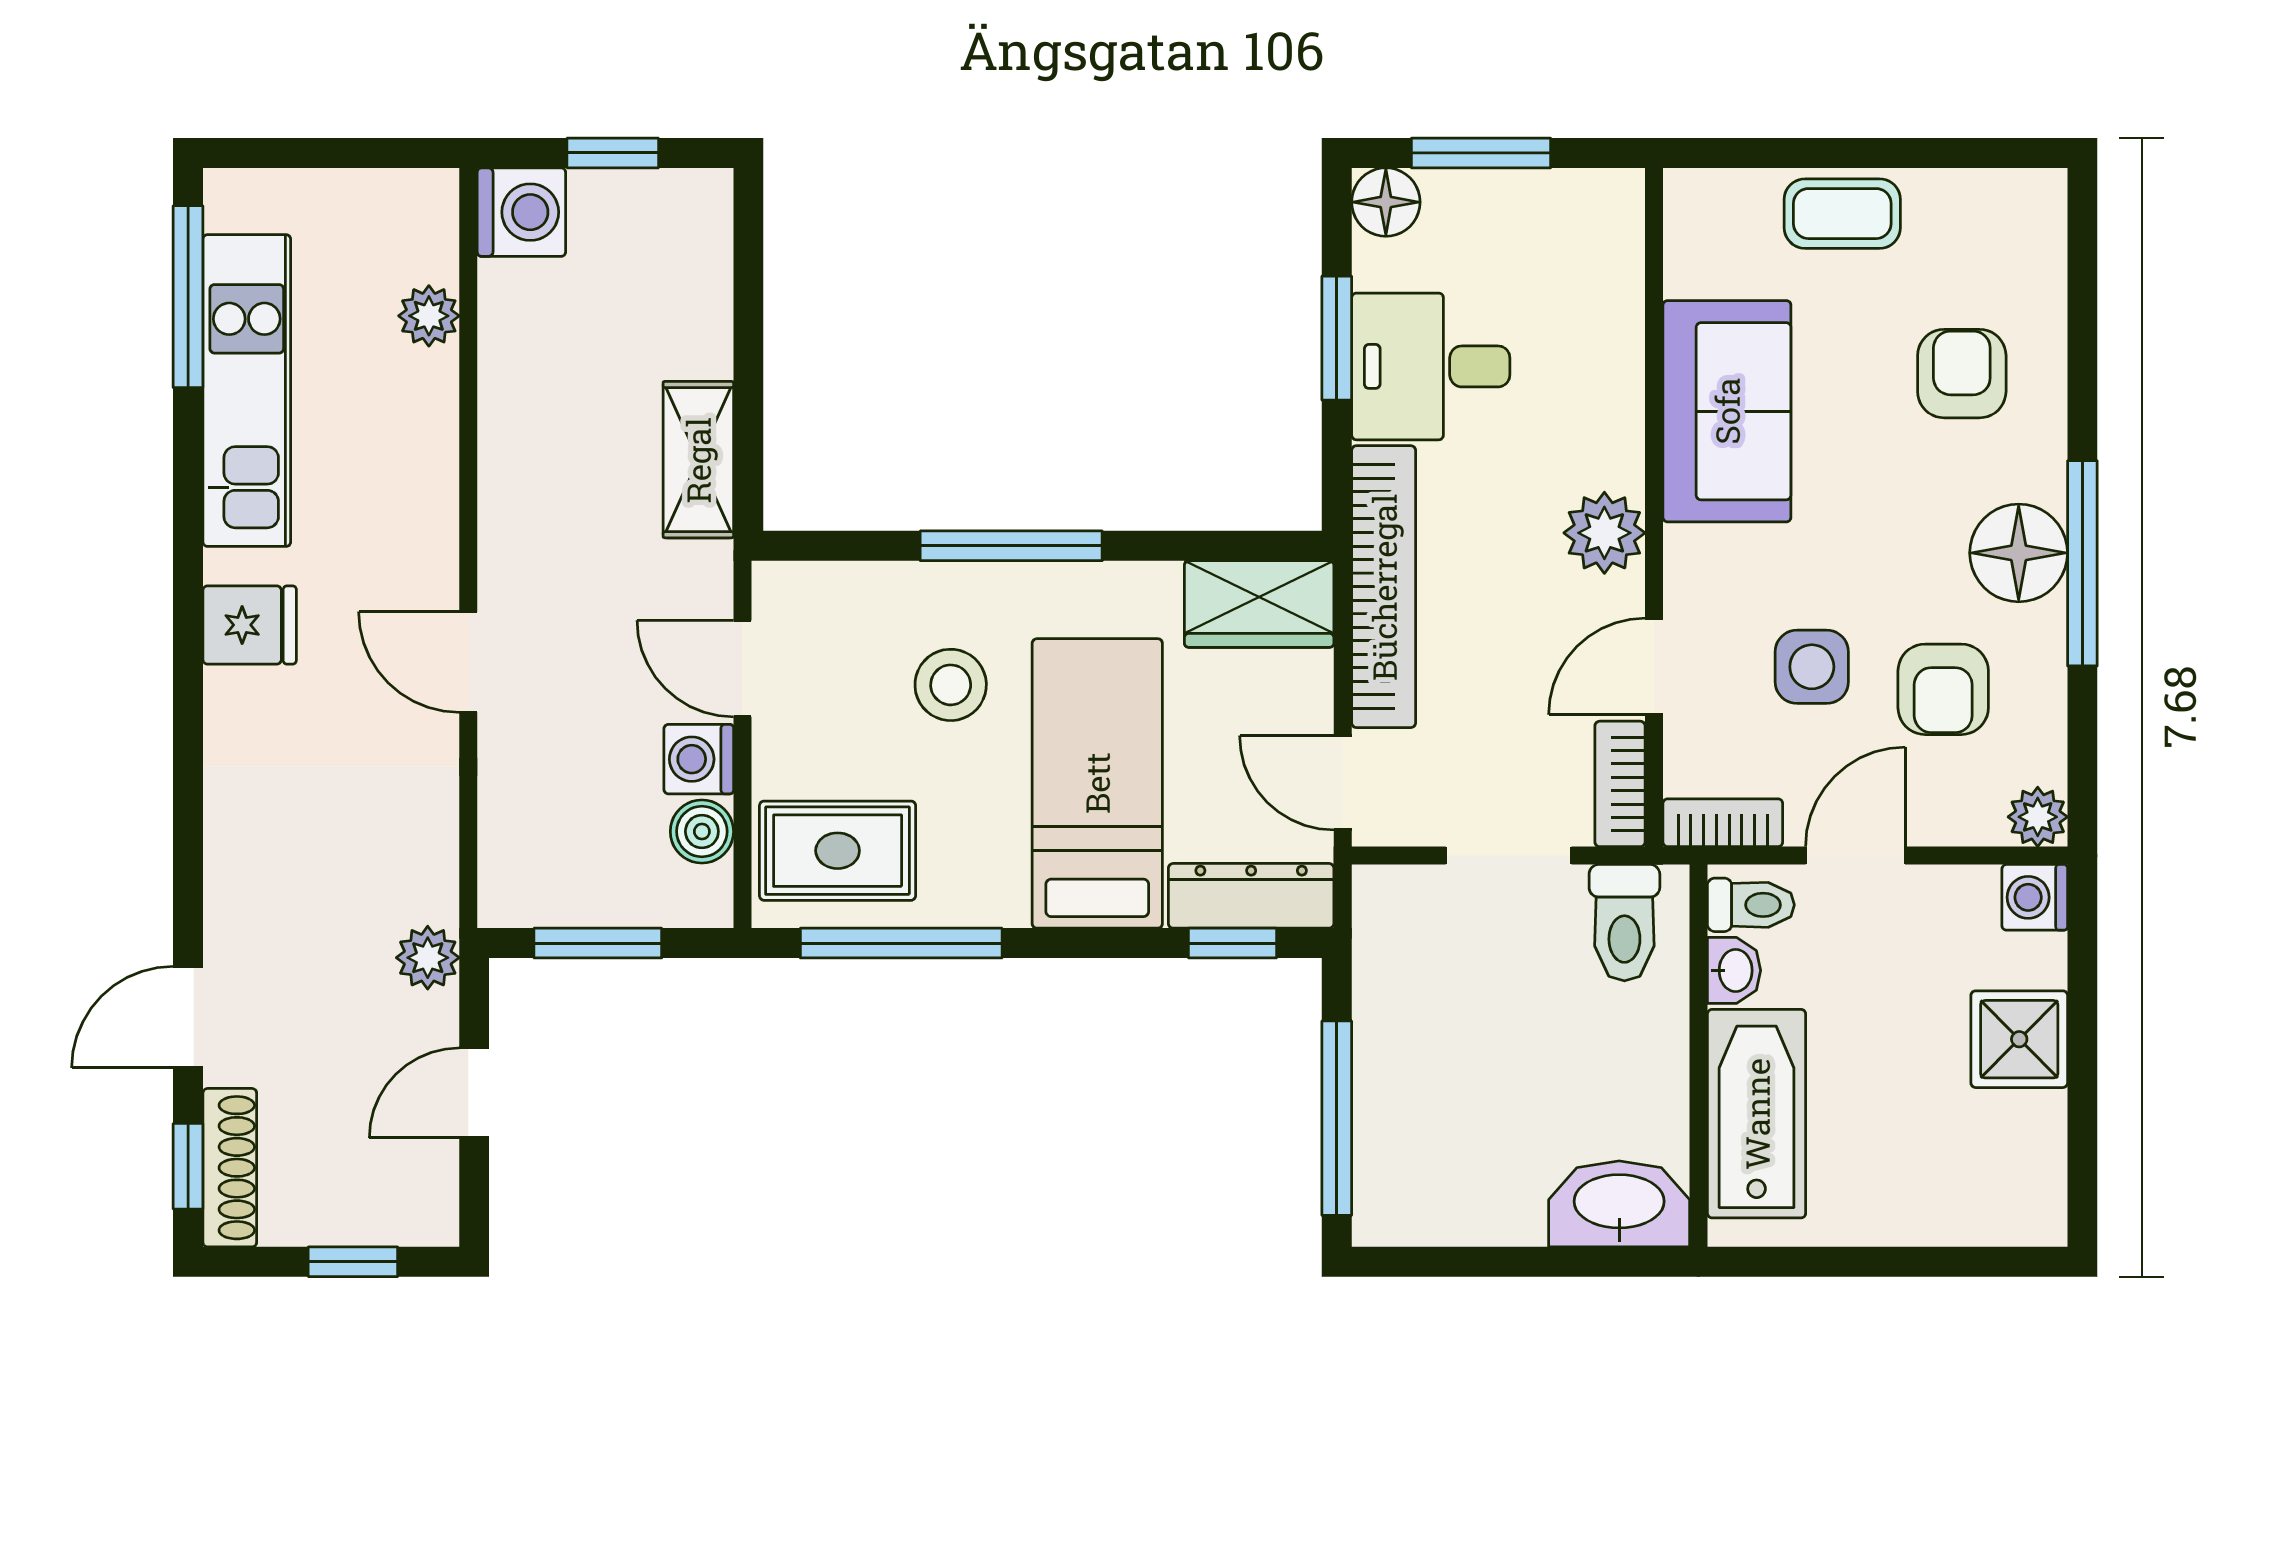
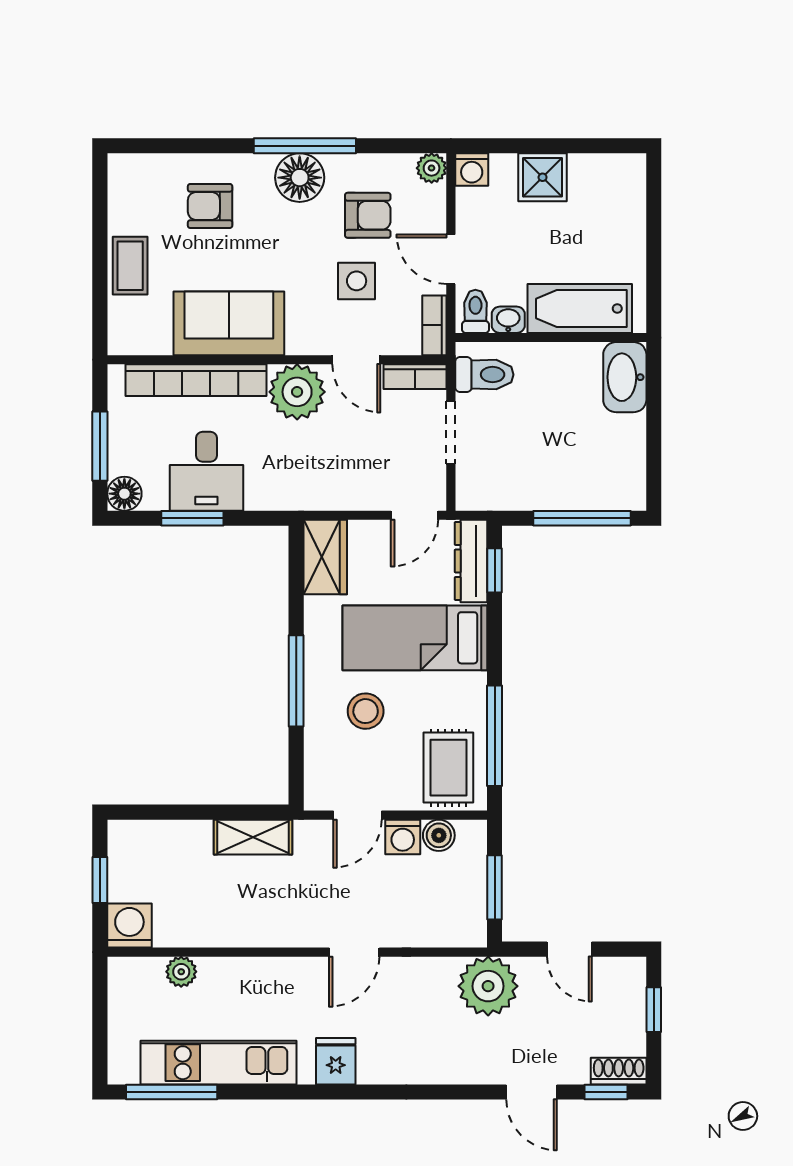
plant: (1604, 533) -> (297, 392), width x1.36, depth x1.36
bookcase: (1384, 587) -> (196, 380), moved, turned 180
plant: (428, 958) -> (488, 986), width x1.87, depth x1.87
shoe rack: (230, 1168) -> (619, 1071), width x0.70

